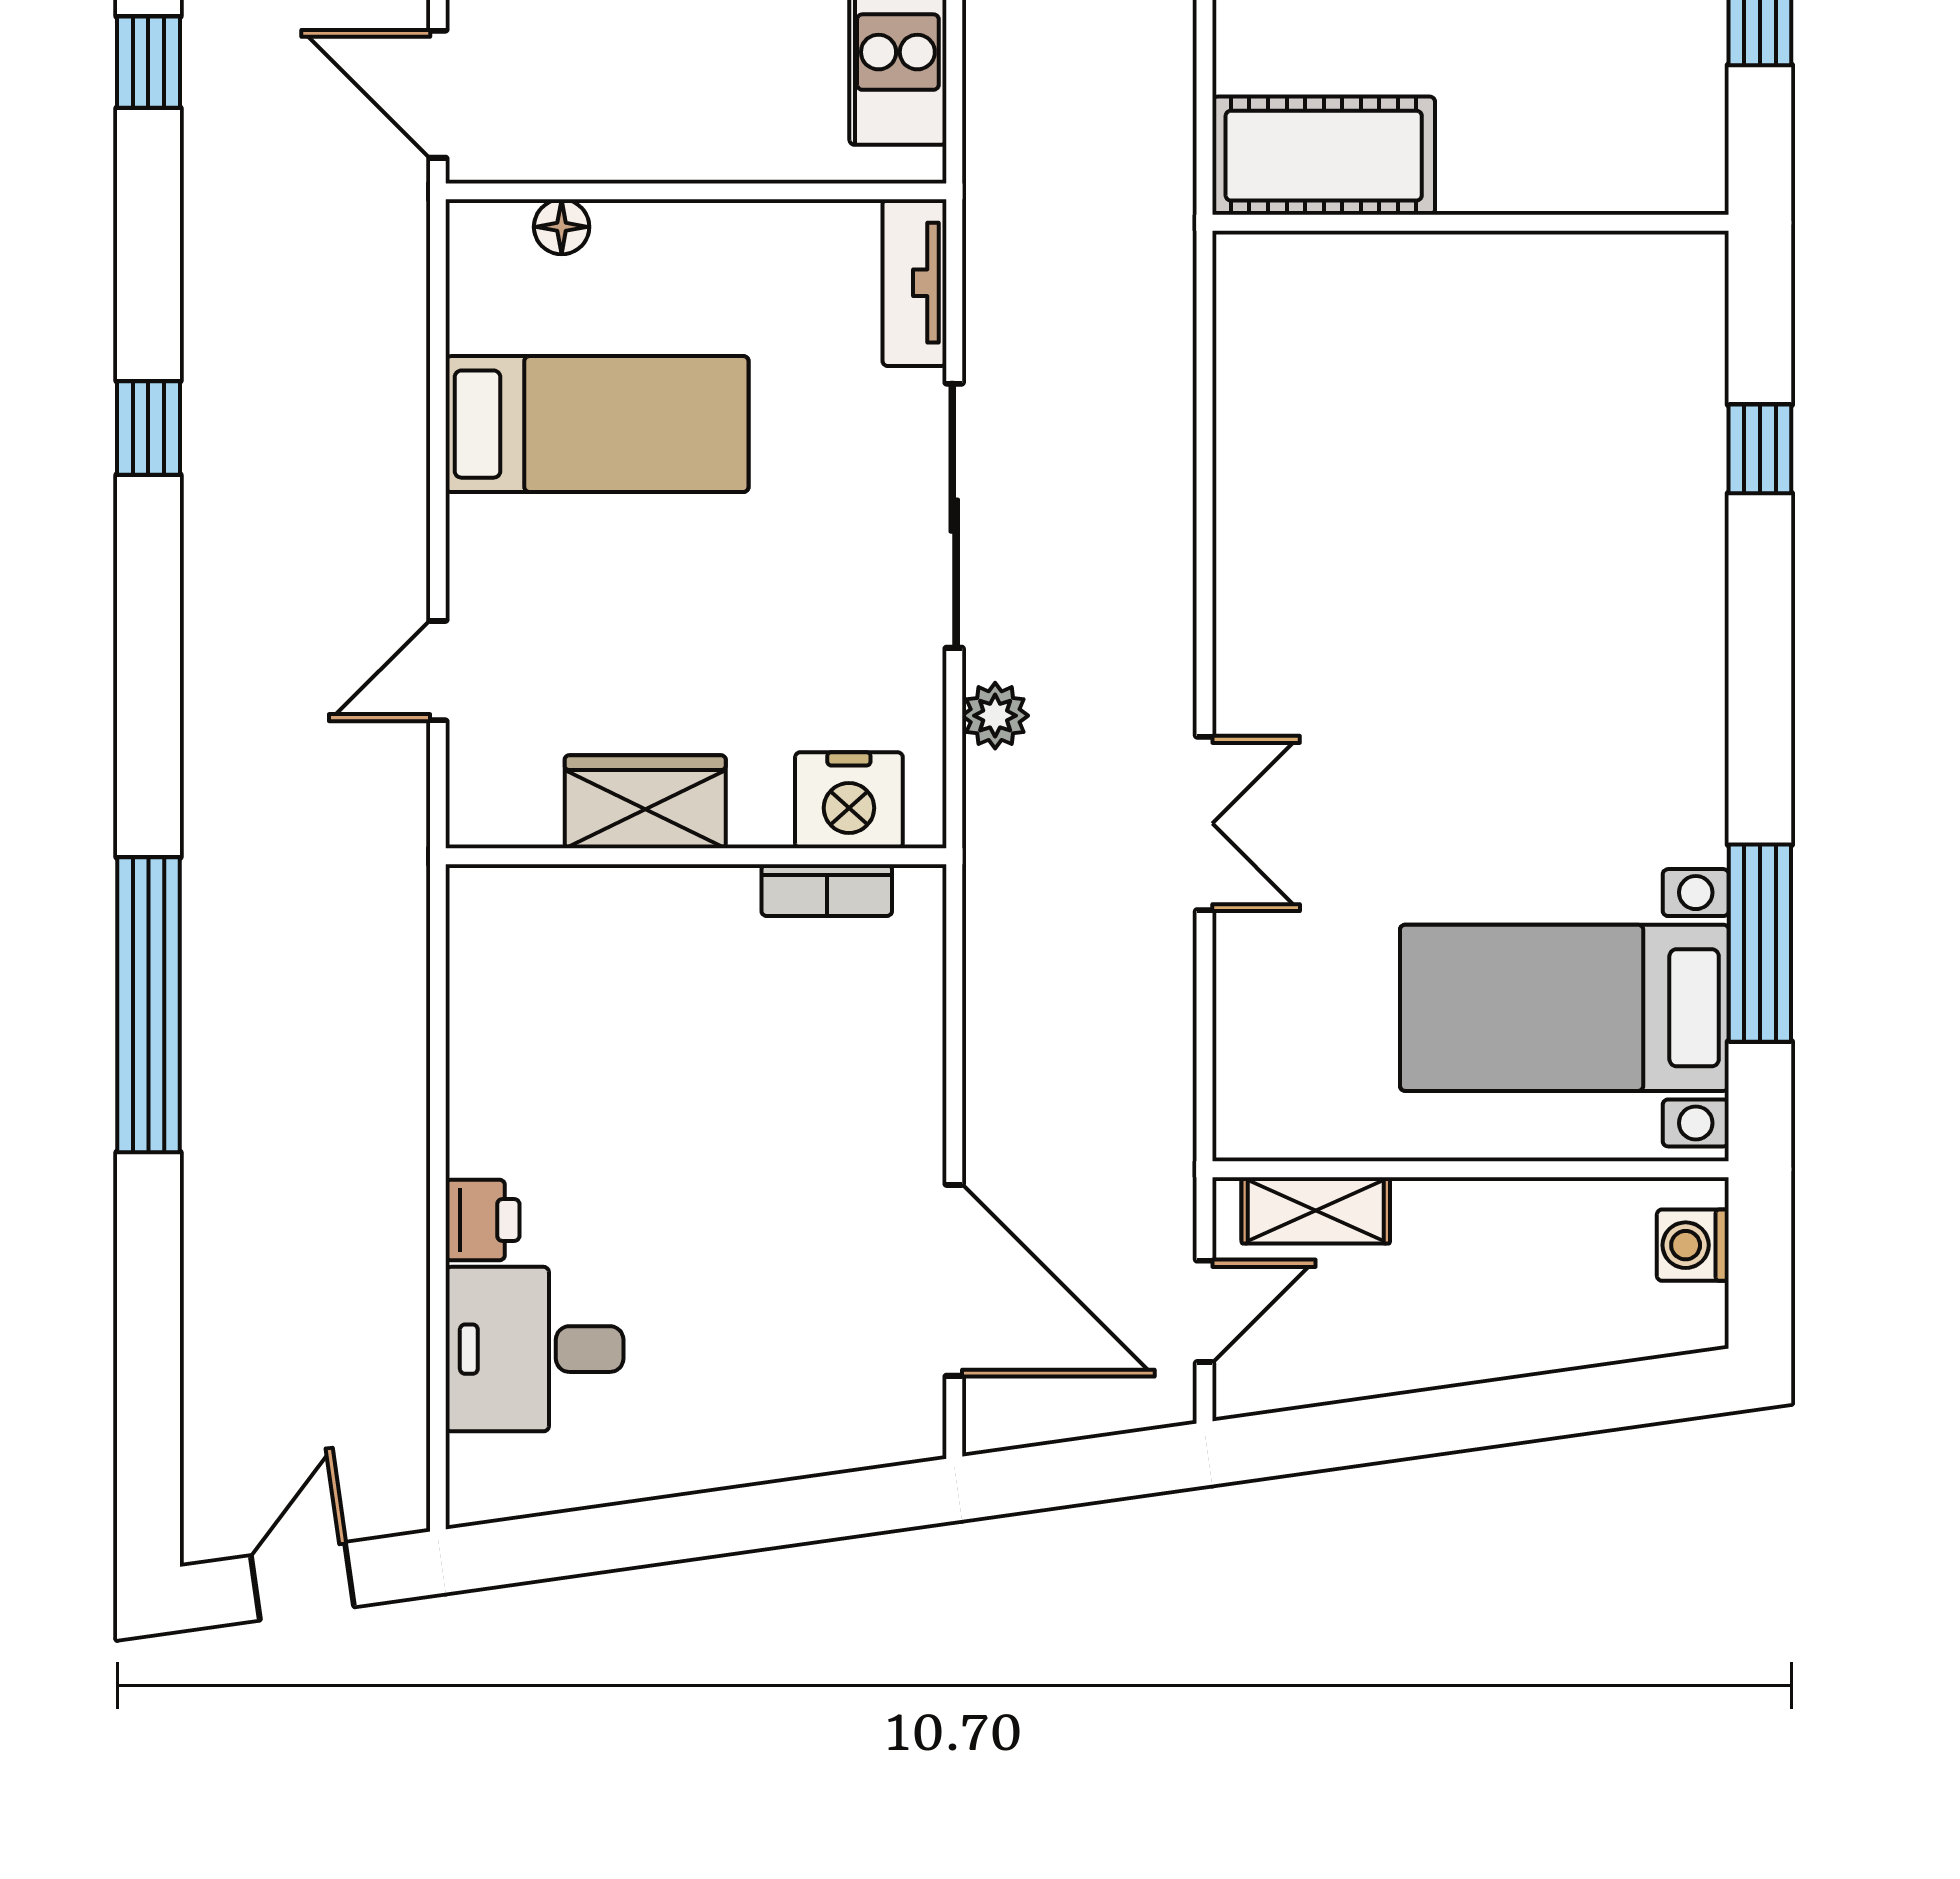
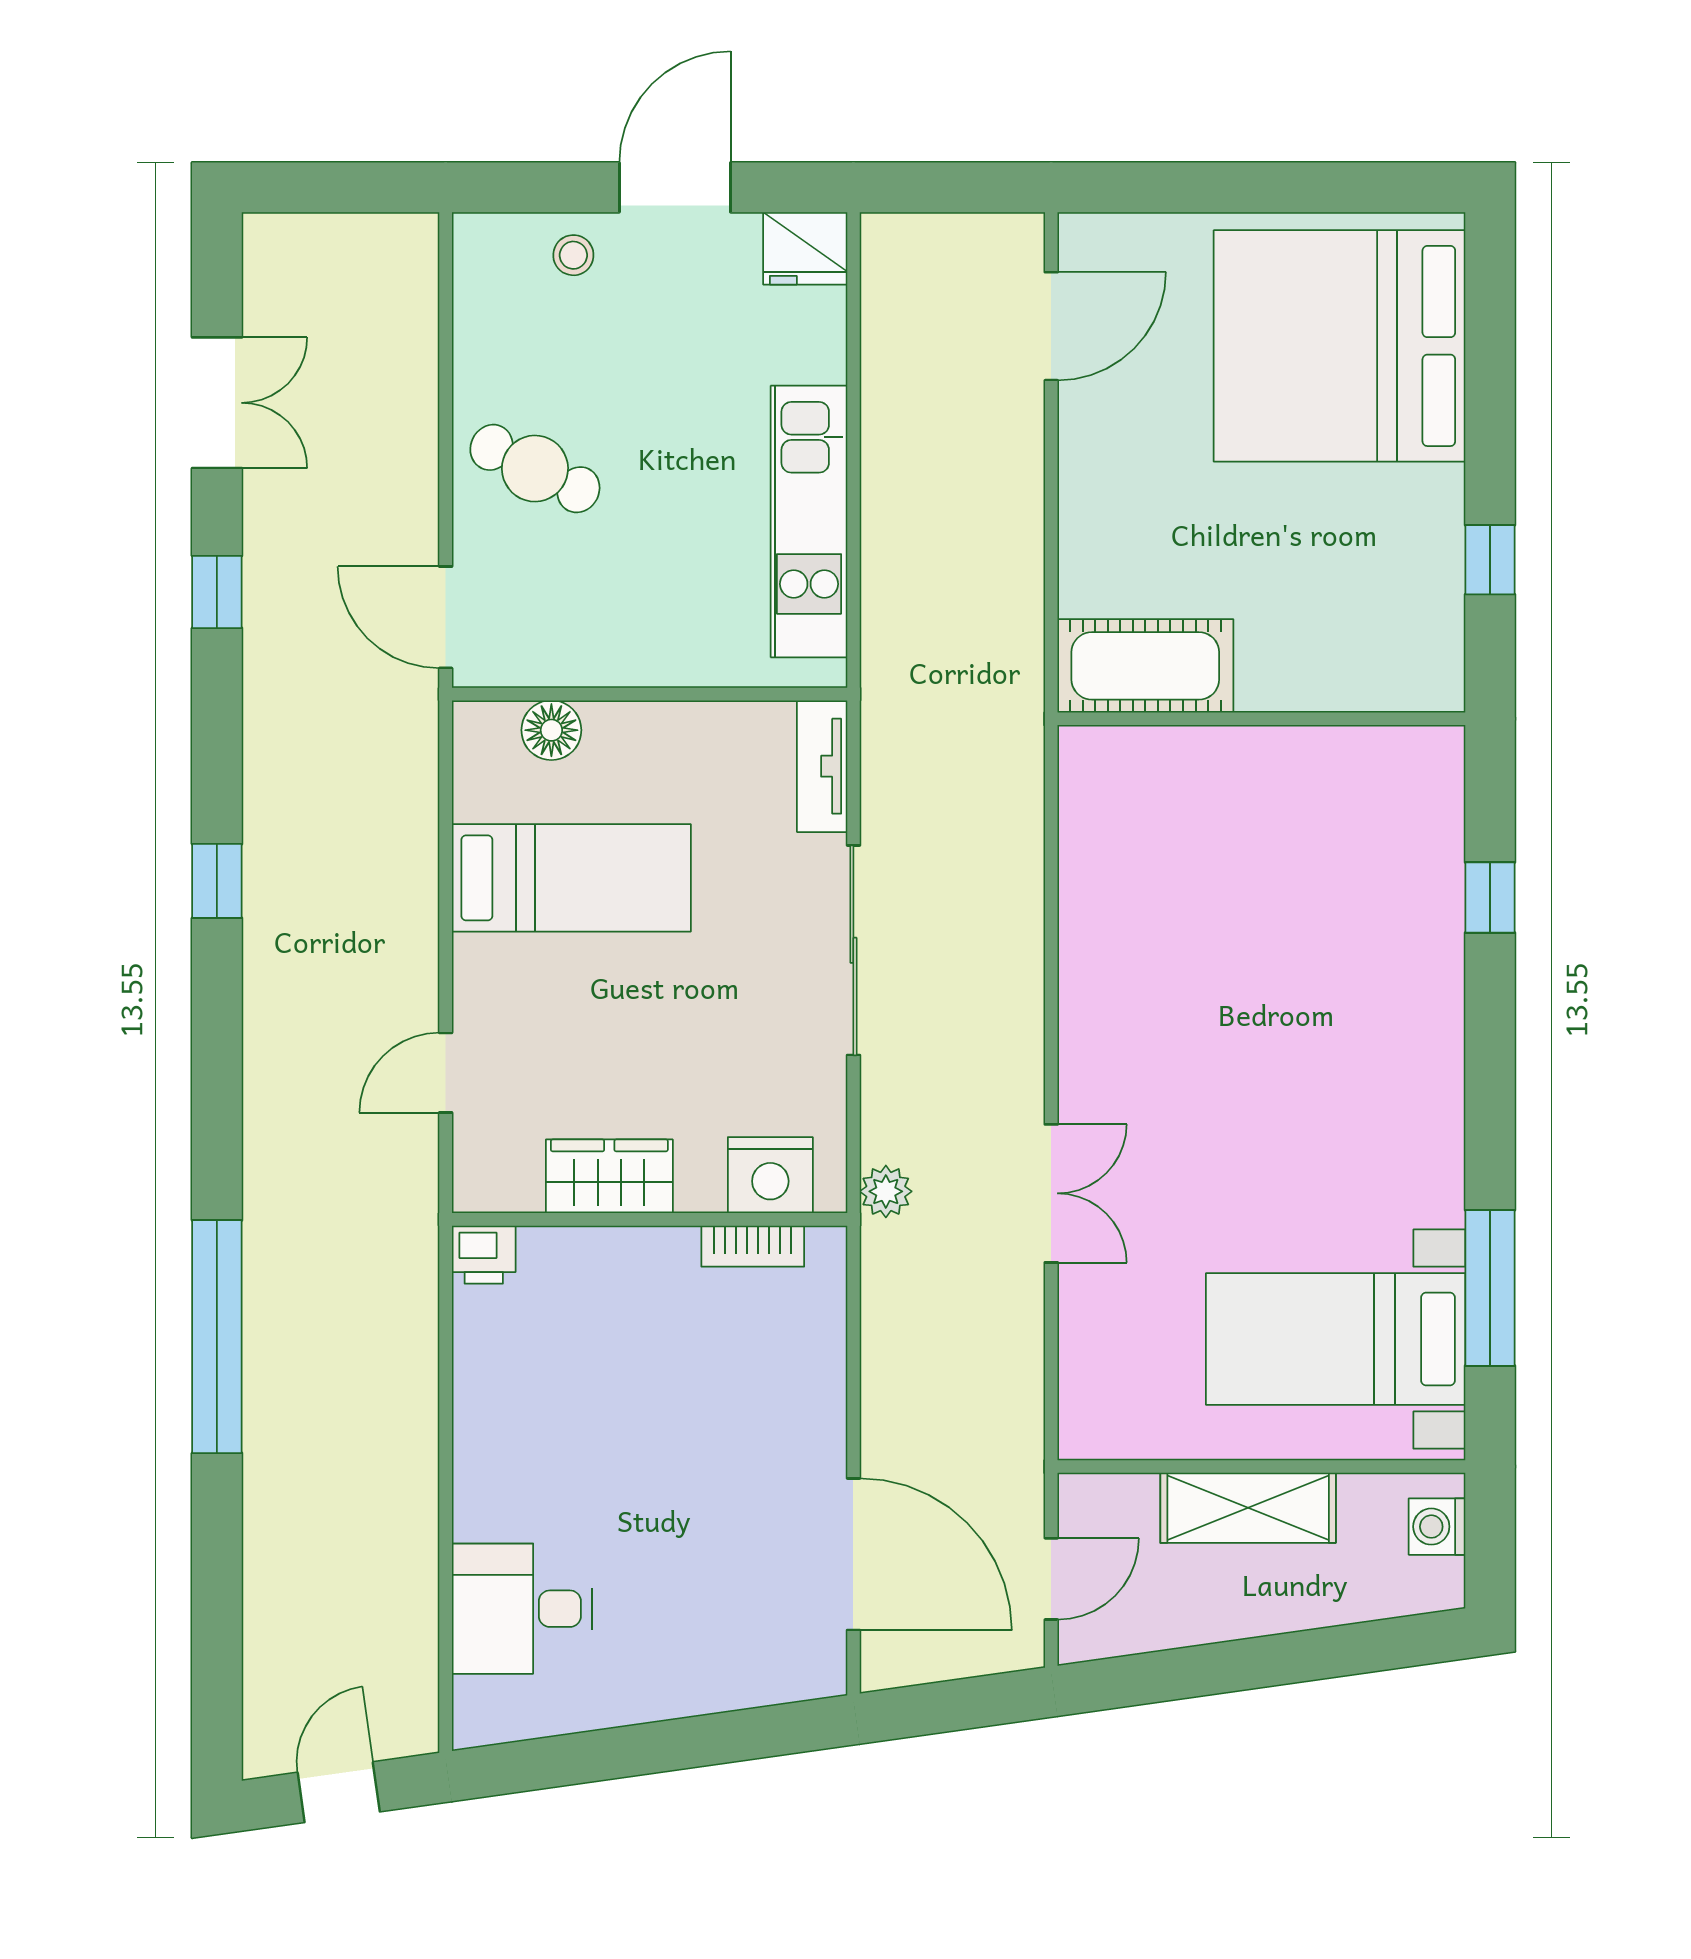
floor lamp: (562, 227) -> (551, 730), width x1.37, depth x1.37
plant: (995, 716) -> (886, 1191), moved
shelving: (1316, 1210) -> (1248, 1508), moved, width x1.50, depth x1.33
printer: (483, 1220) -> (484, 1255), moved, turned 90

